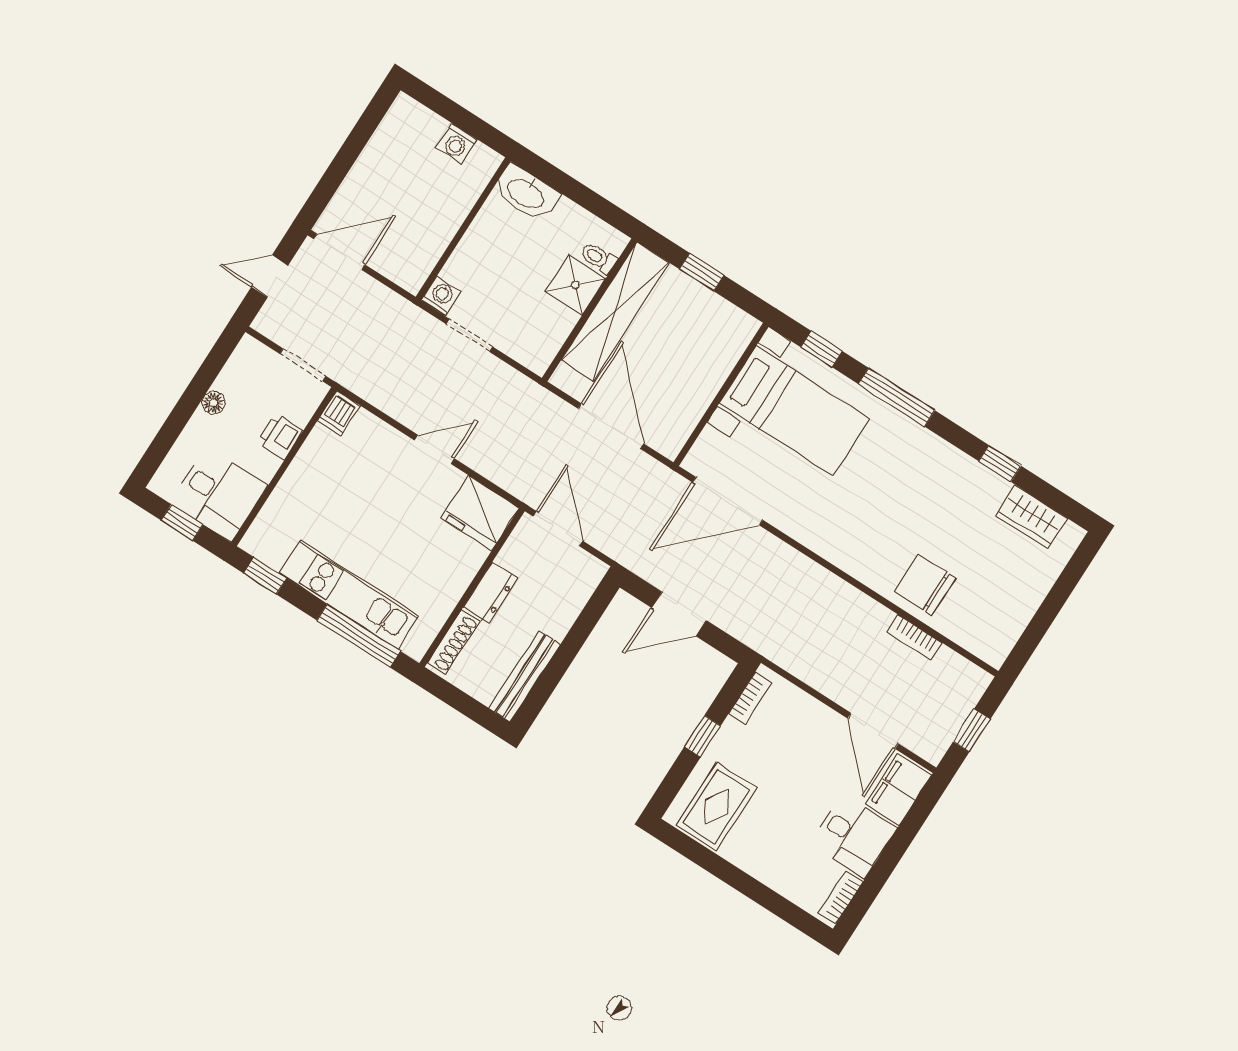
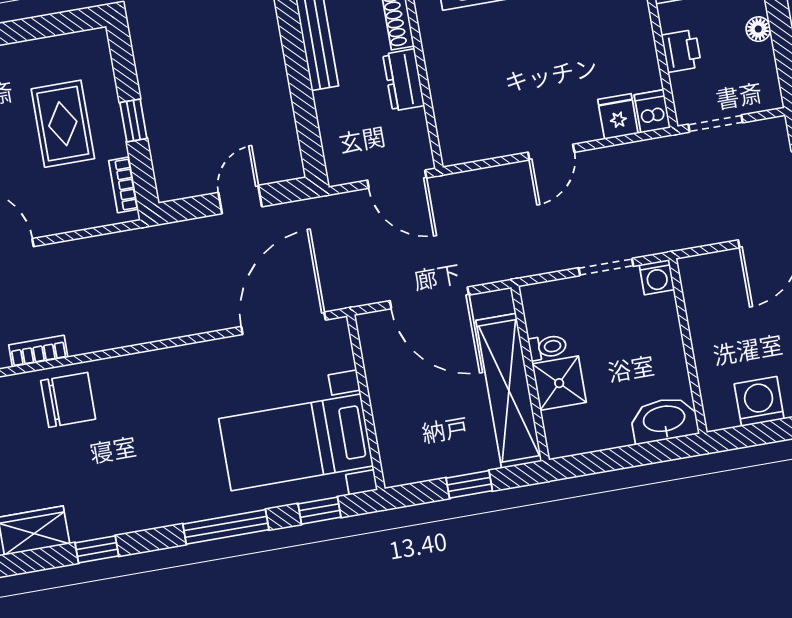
washing machine: (457, 144) -> (759, 401), width x1.38, depth x1.38
toilet: (599, 258) -> (548, 347), moved
fridge: (480, 513) -> (618, 116), moved, width x0.53, depth x0.75
door: (679, 614) -> (240, 200), width x0.73
rug: (716, 807) -> (63, 124), moved

